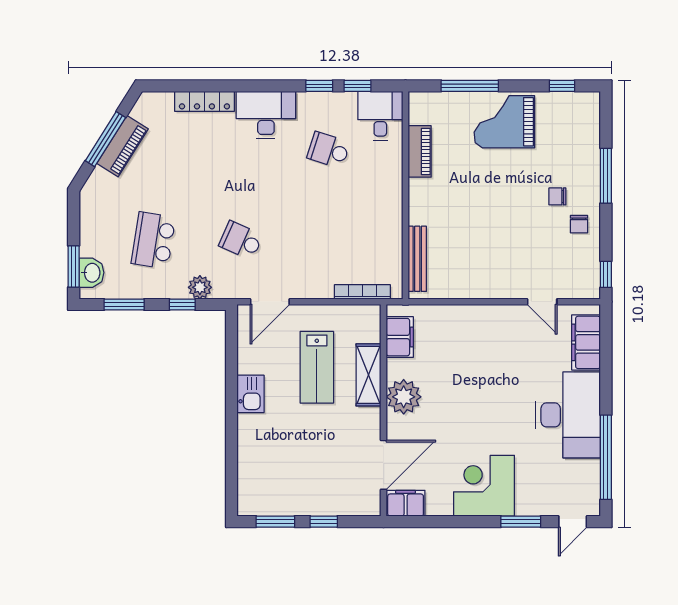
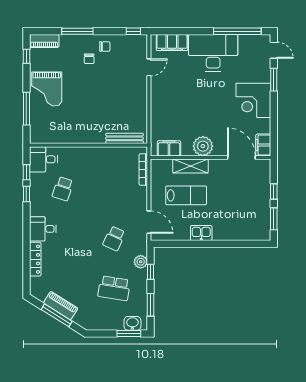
desk: (266, 115) -> (43, 229), width x0.73
piano: (420, 151) -> (44, 41), moved, turned 180

